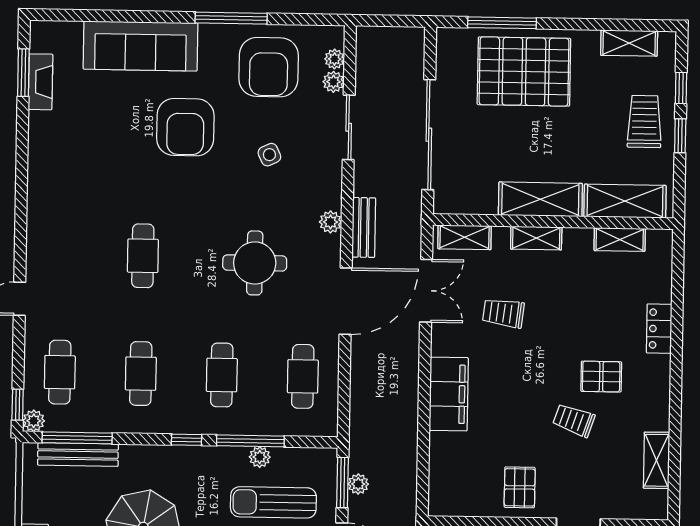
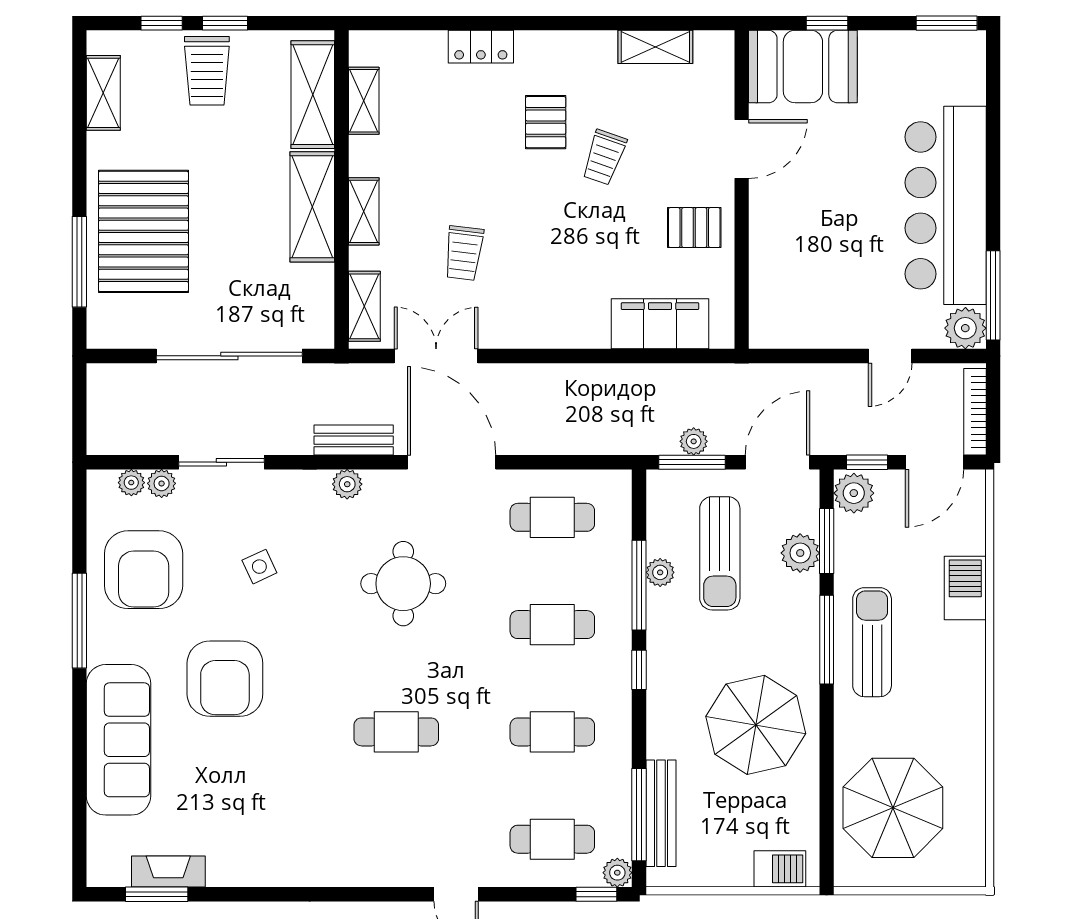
armchair: (269, 67) -> (144, 570), turned 90
trolley: (644, 122) -> (207, 71), turned -90
armchair: (185, 127) -> (225, 679), turned 90
filing cabinet: (449, 394) -> (660, 324), moved

